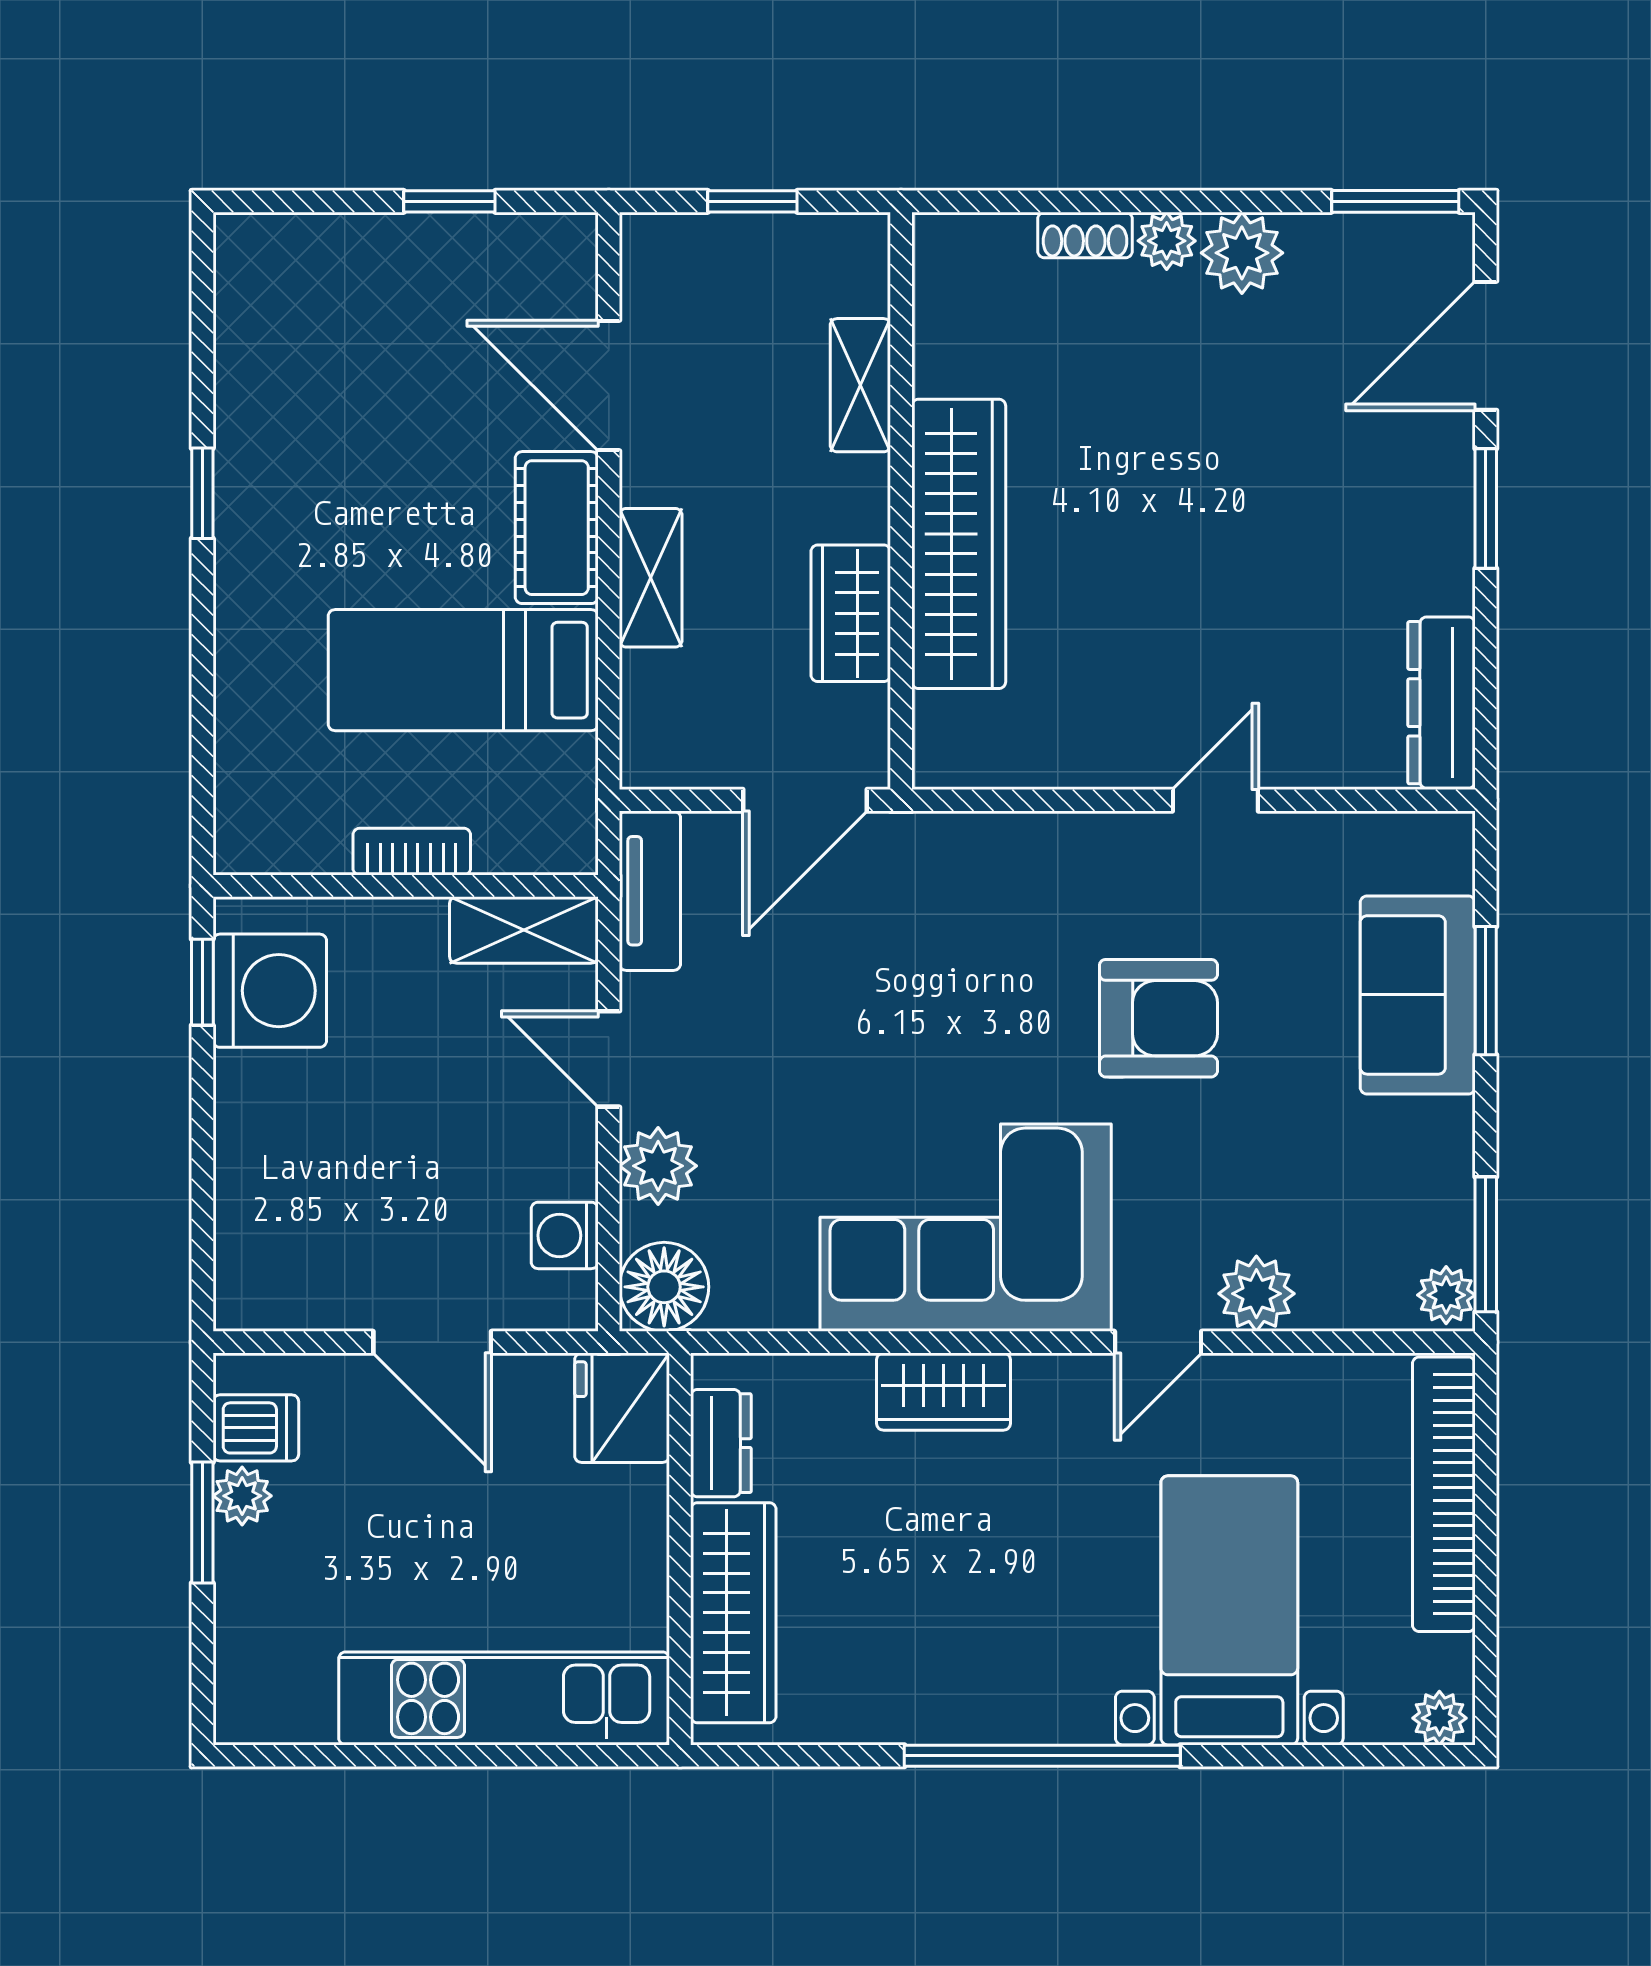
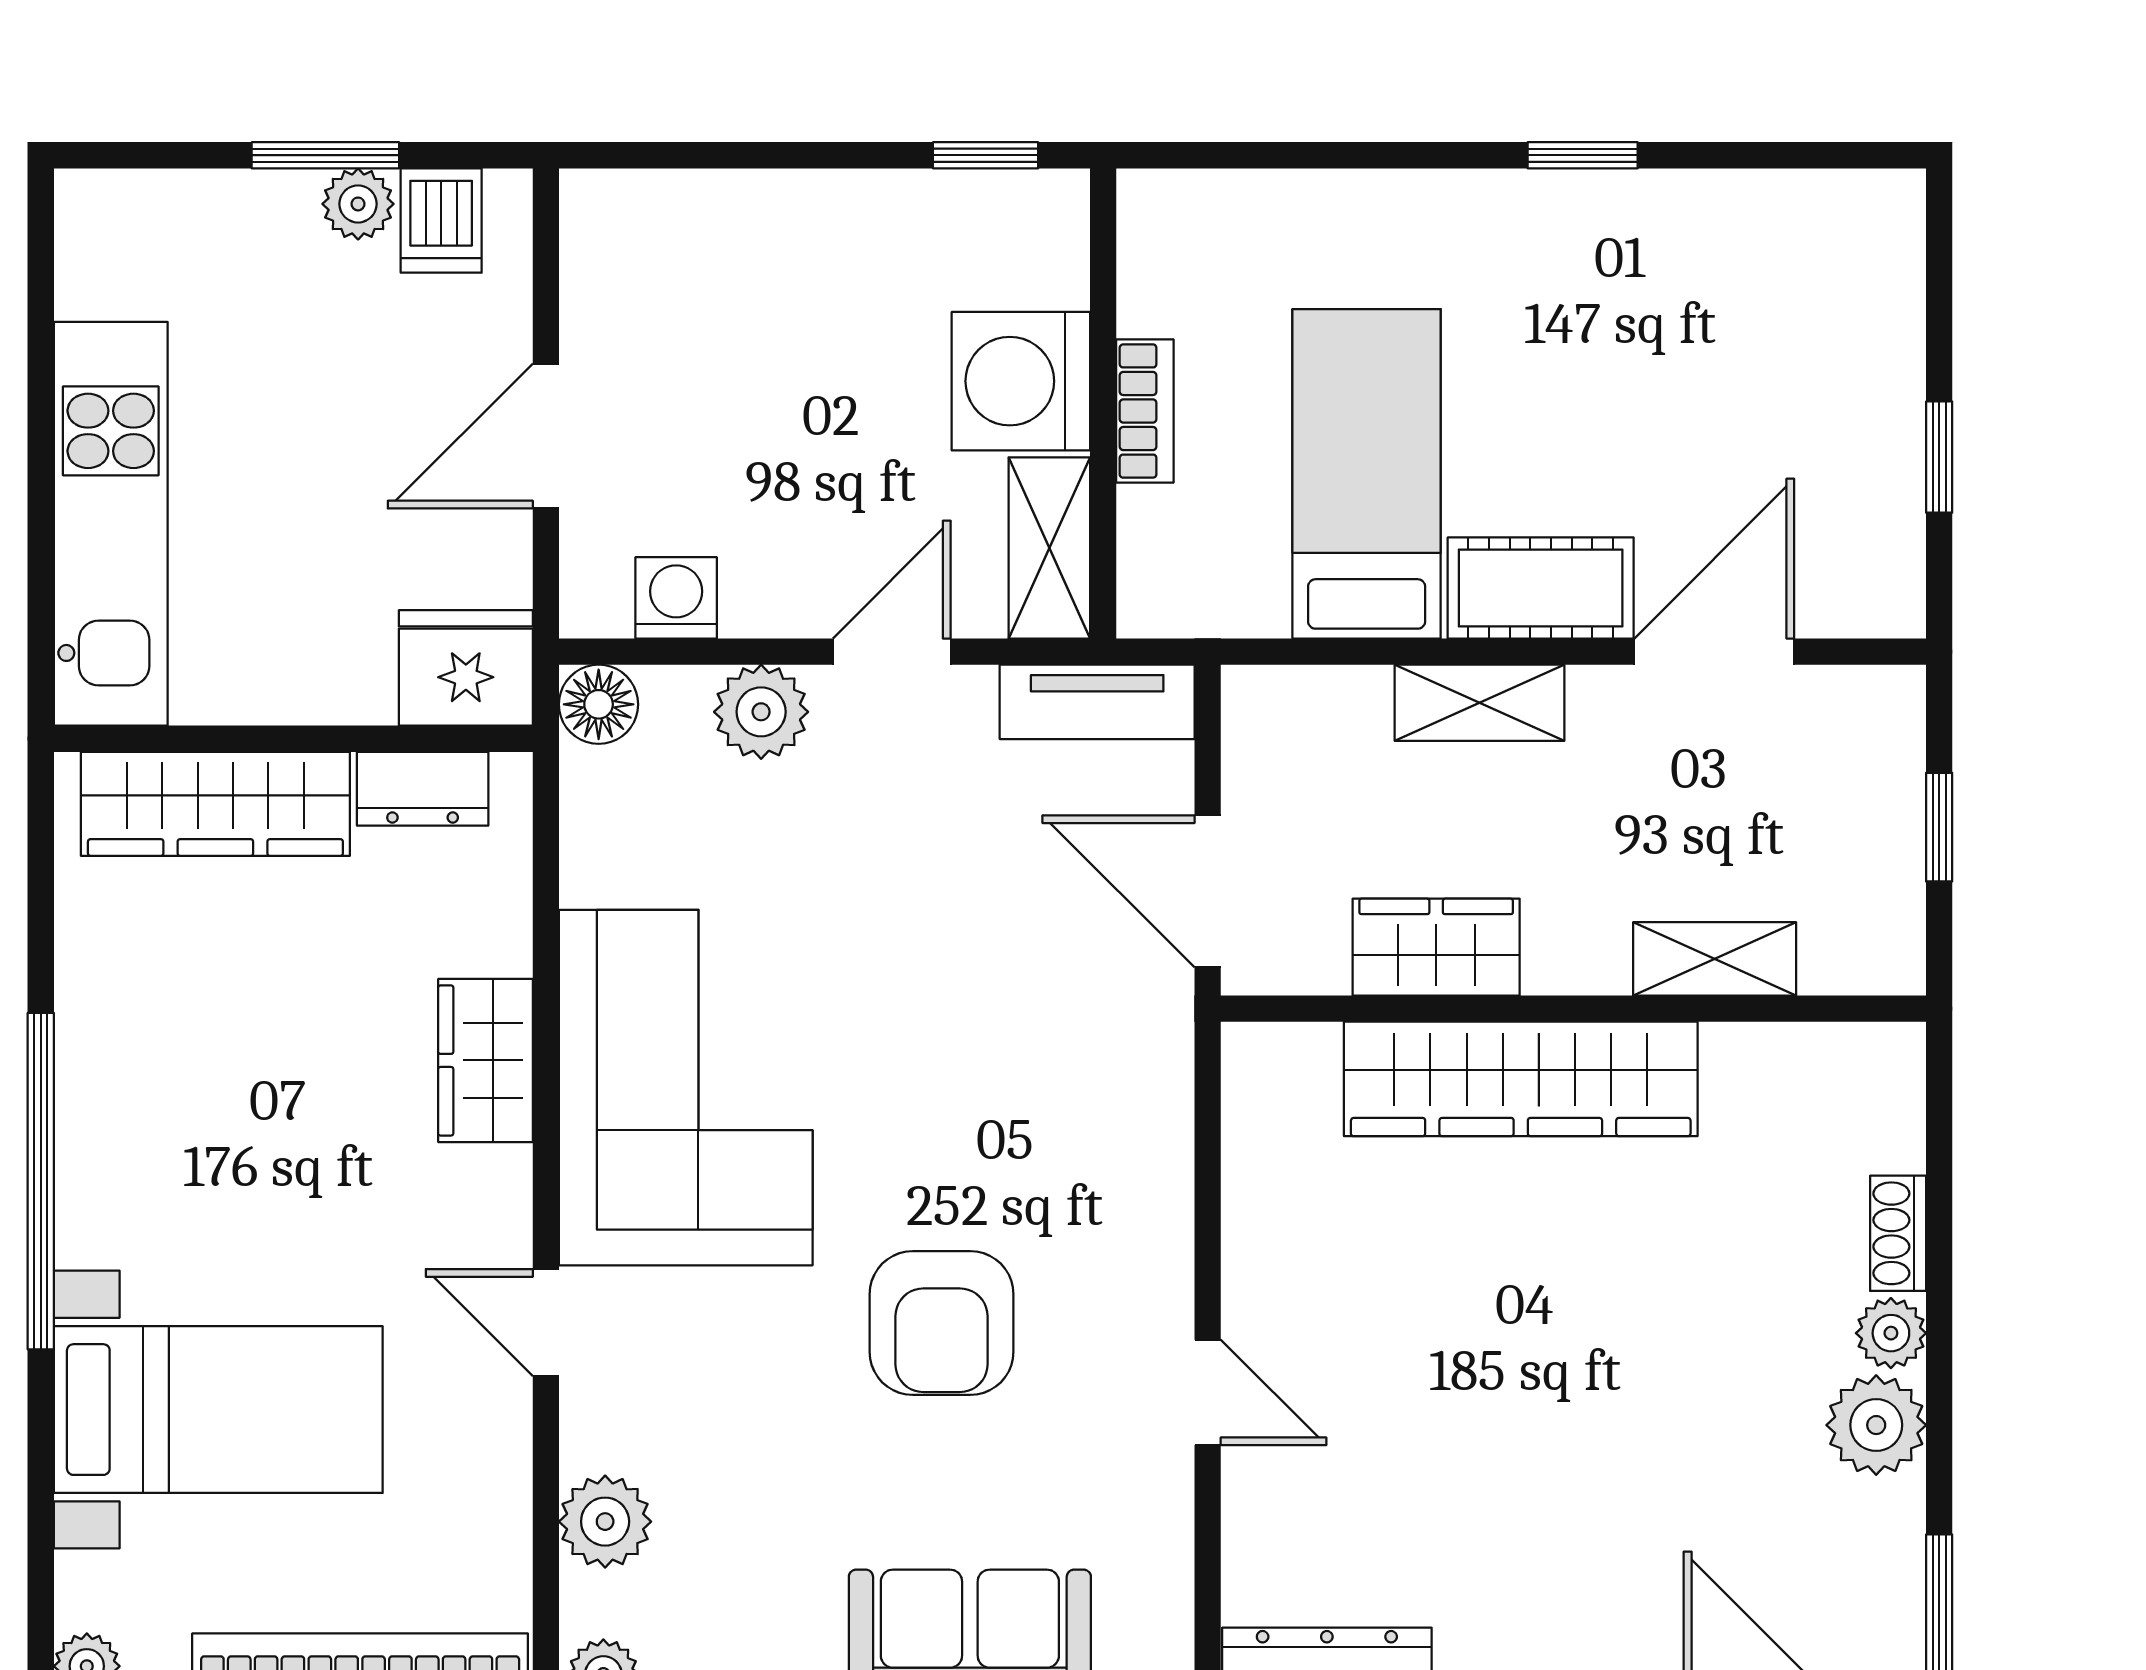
washing machine: (270, 991) -> (1021, 381), moved, turned 90
floor lamp: (664, 1287) -> (599, 704), width x0.73, depth x0.73
plant: (1256, 1294) -> (605, 1522), moved

